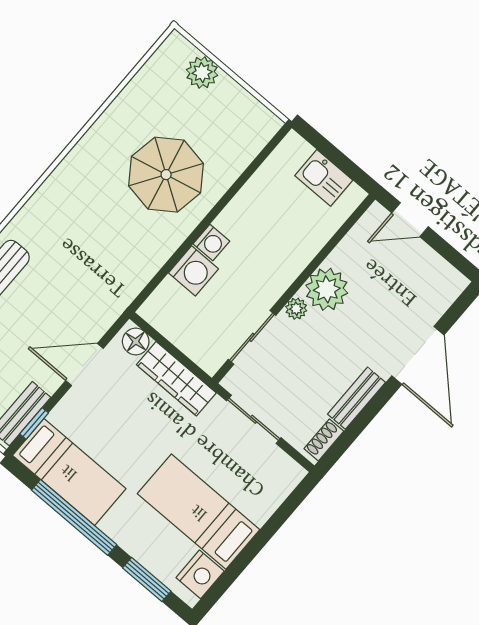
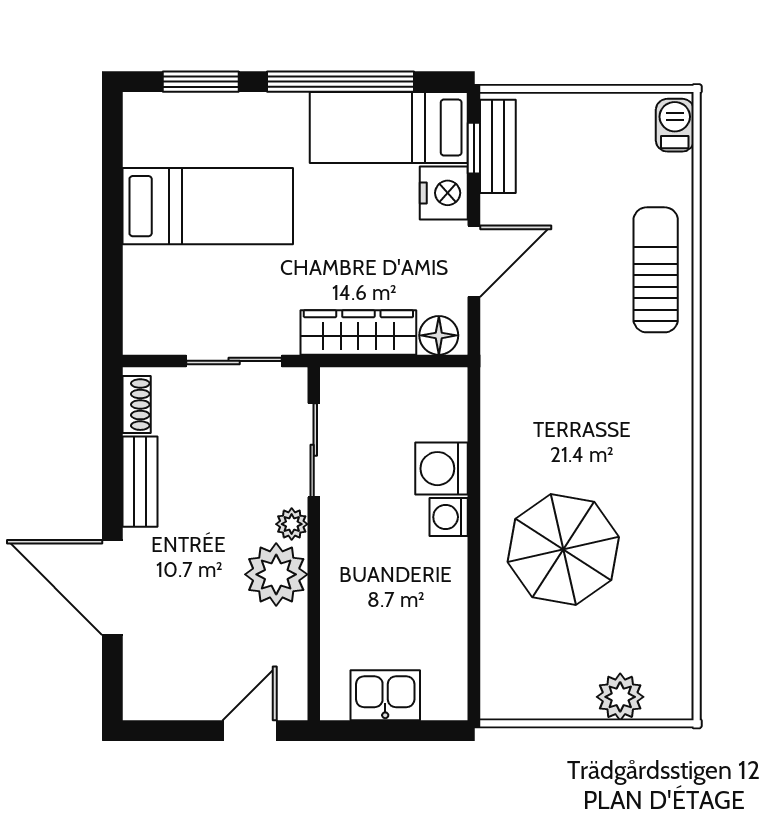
nightstand: (200, 574) -> (444, 193), moved, turned 180

